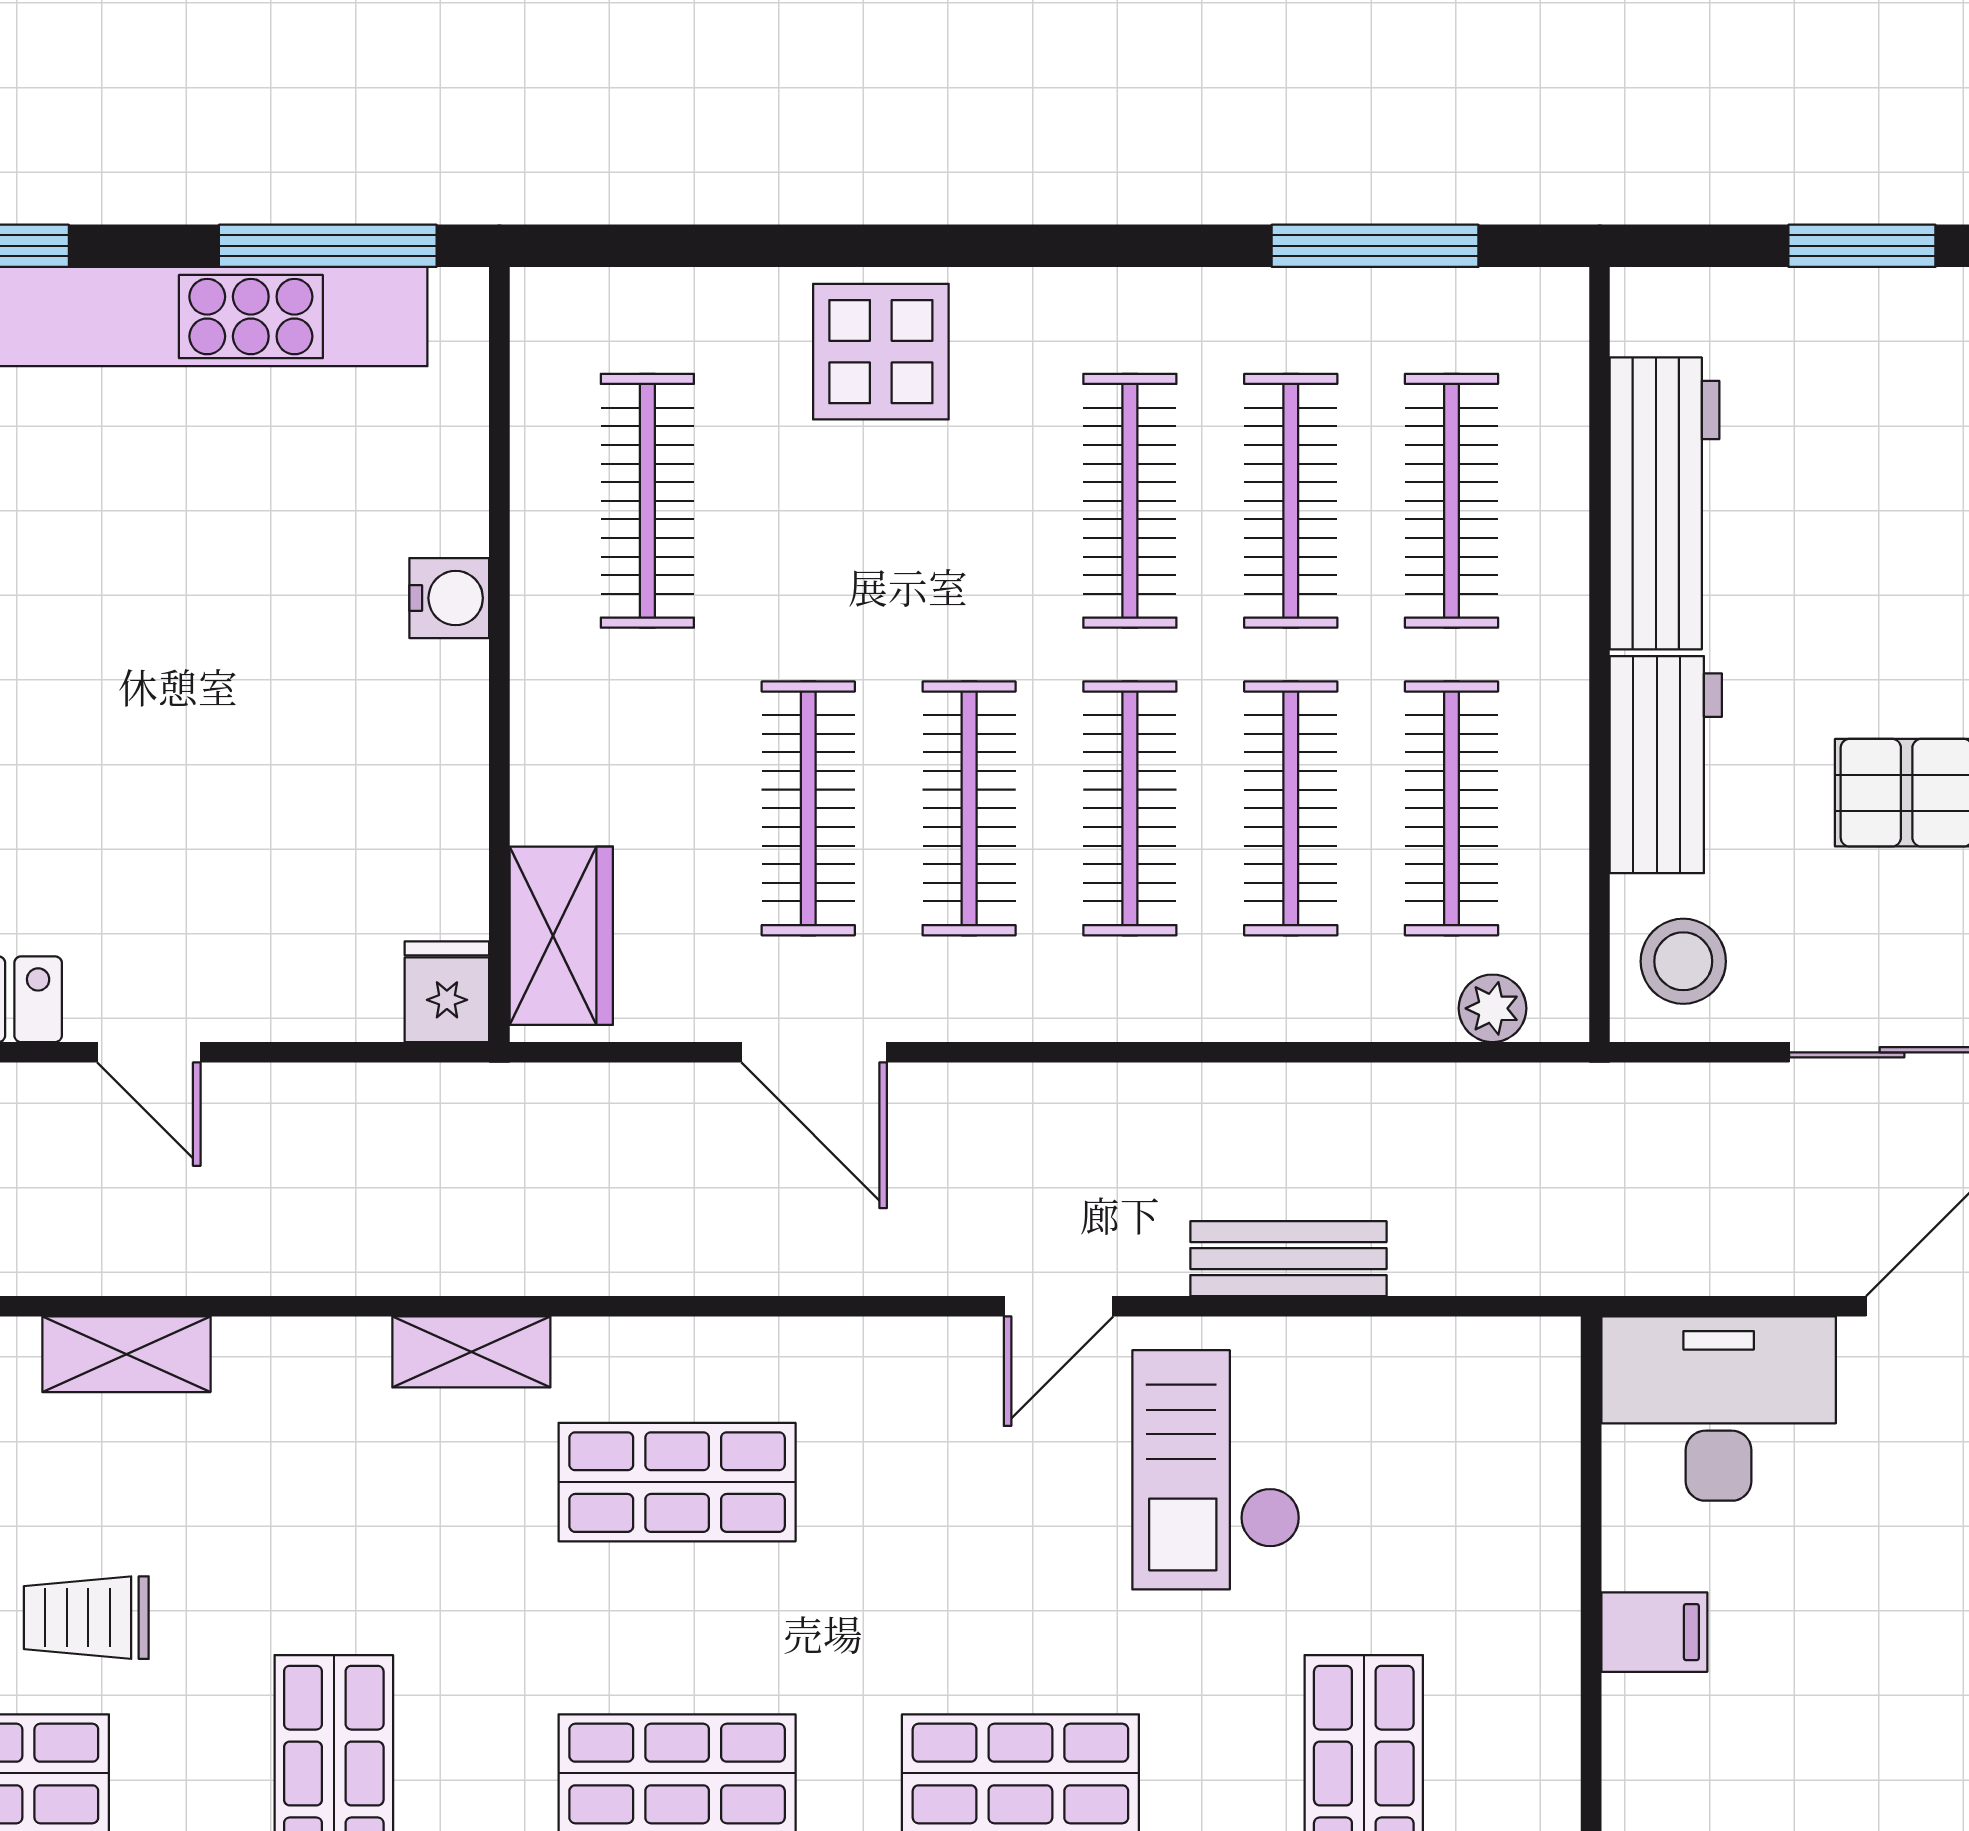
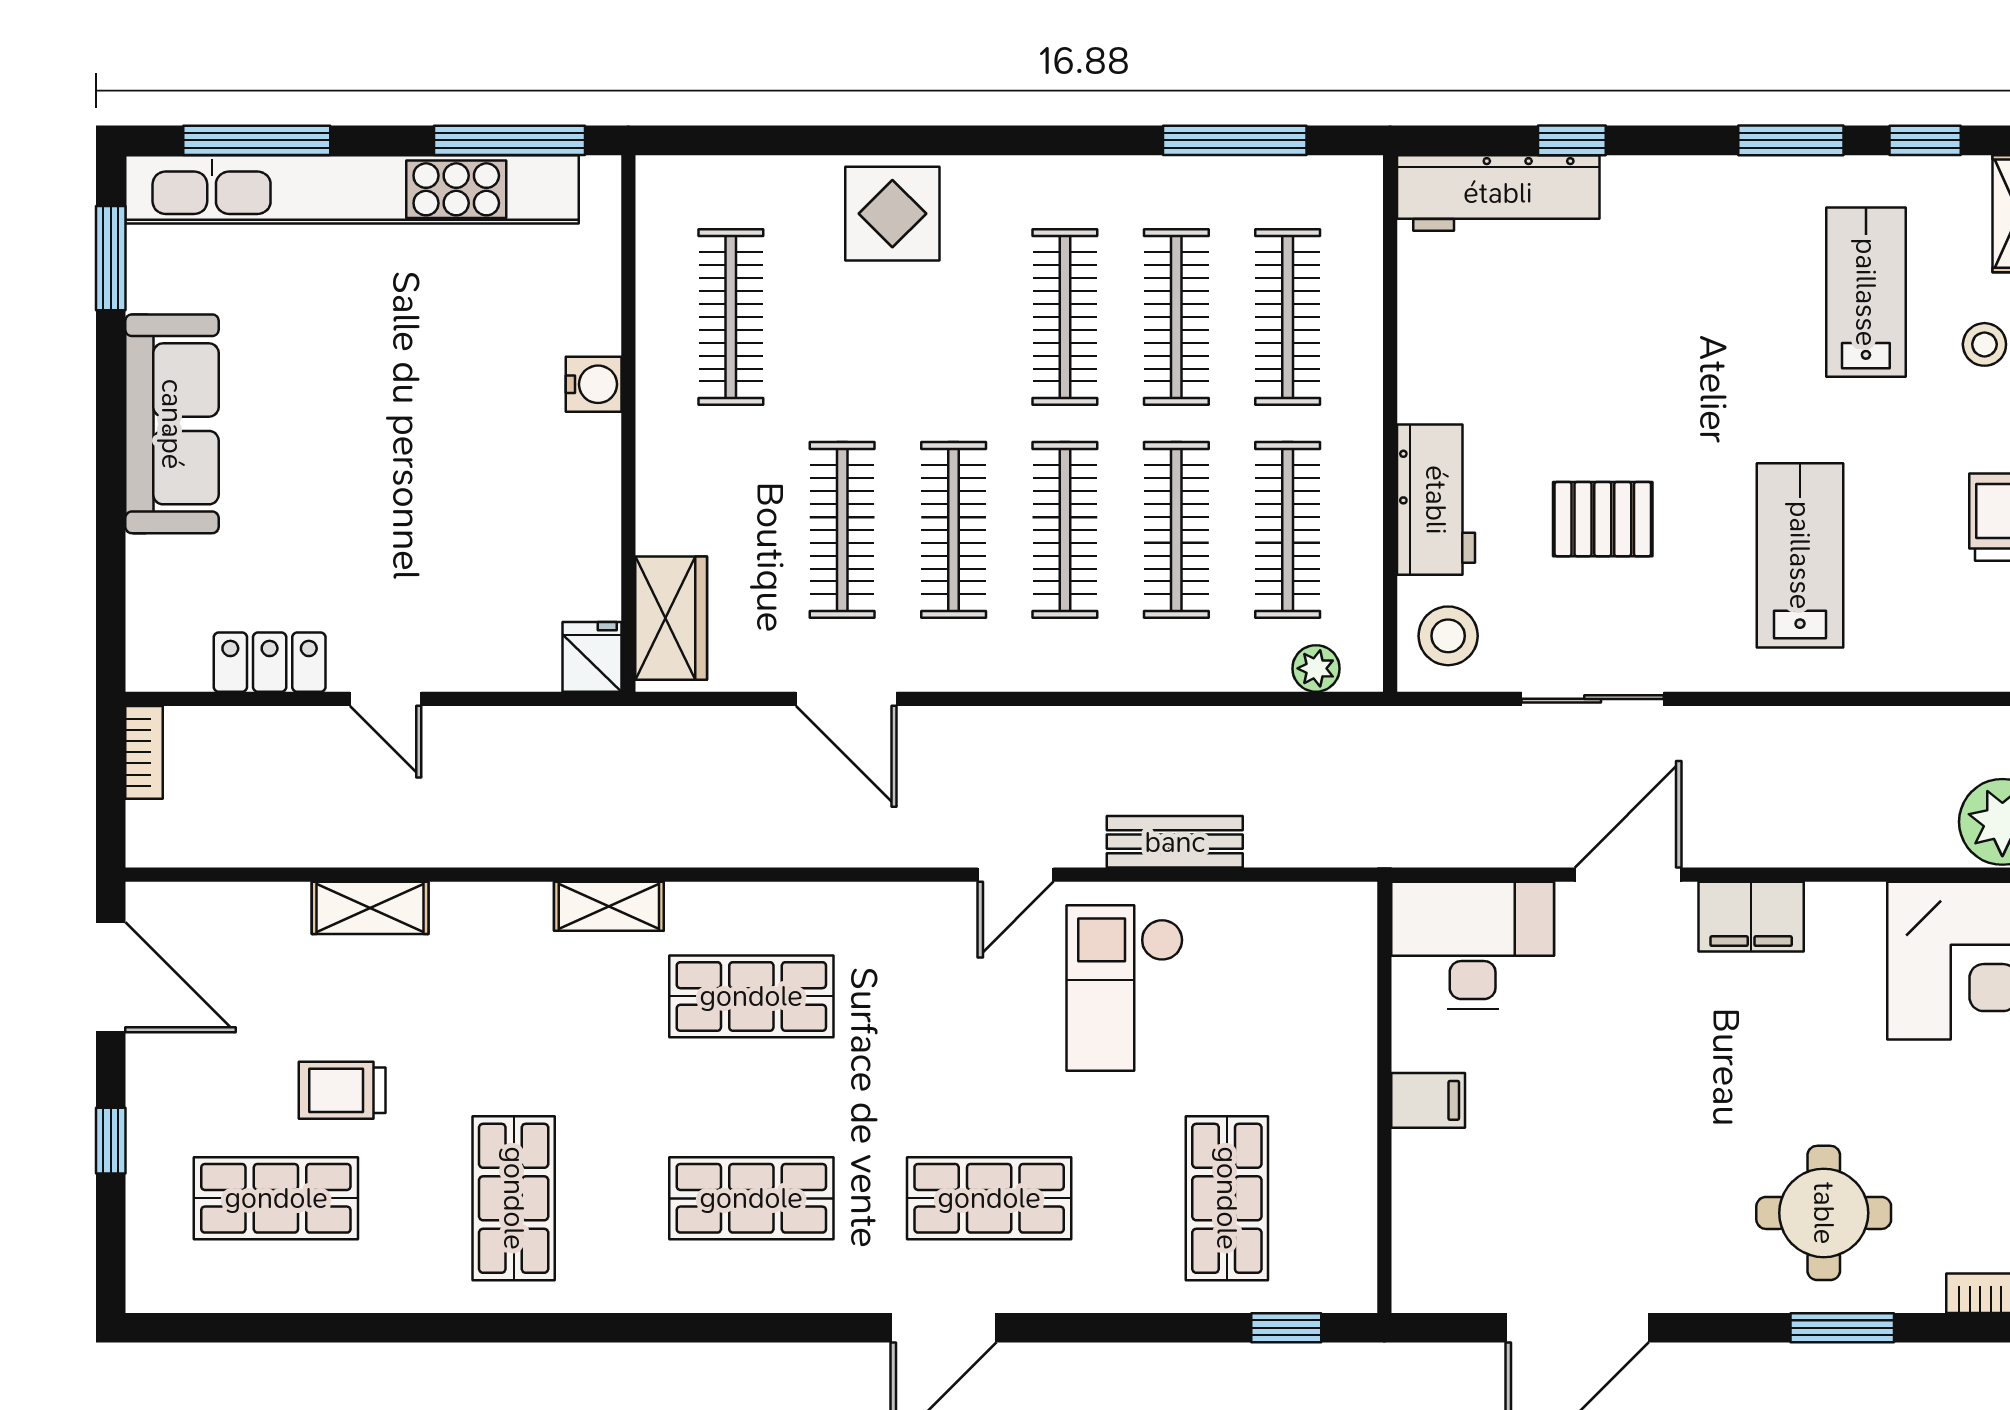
window: (1862, 246) -> (1572, 140), width x0.67
workbench: (1665, 503) -> (1498, 193), moved, turned 90

